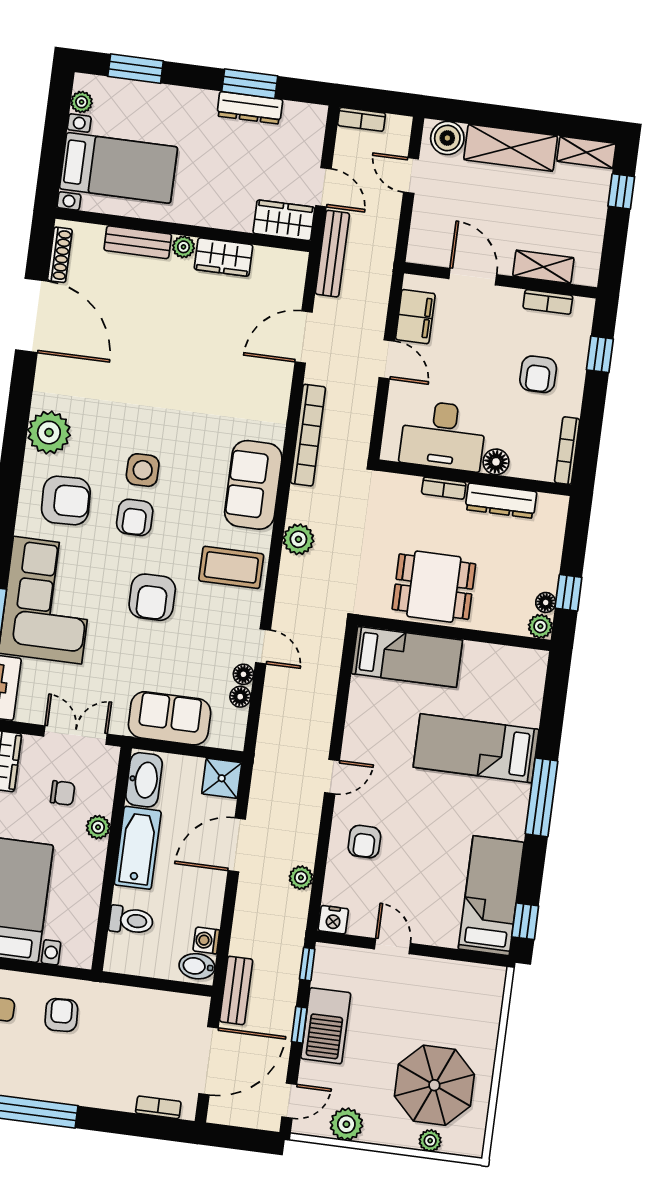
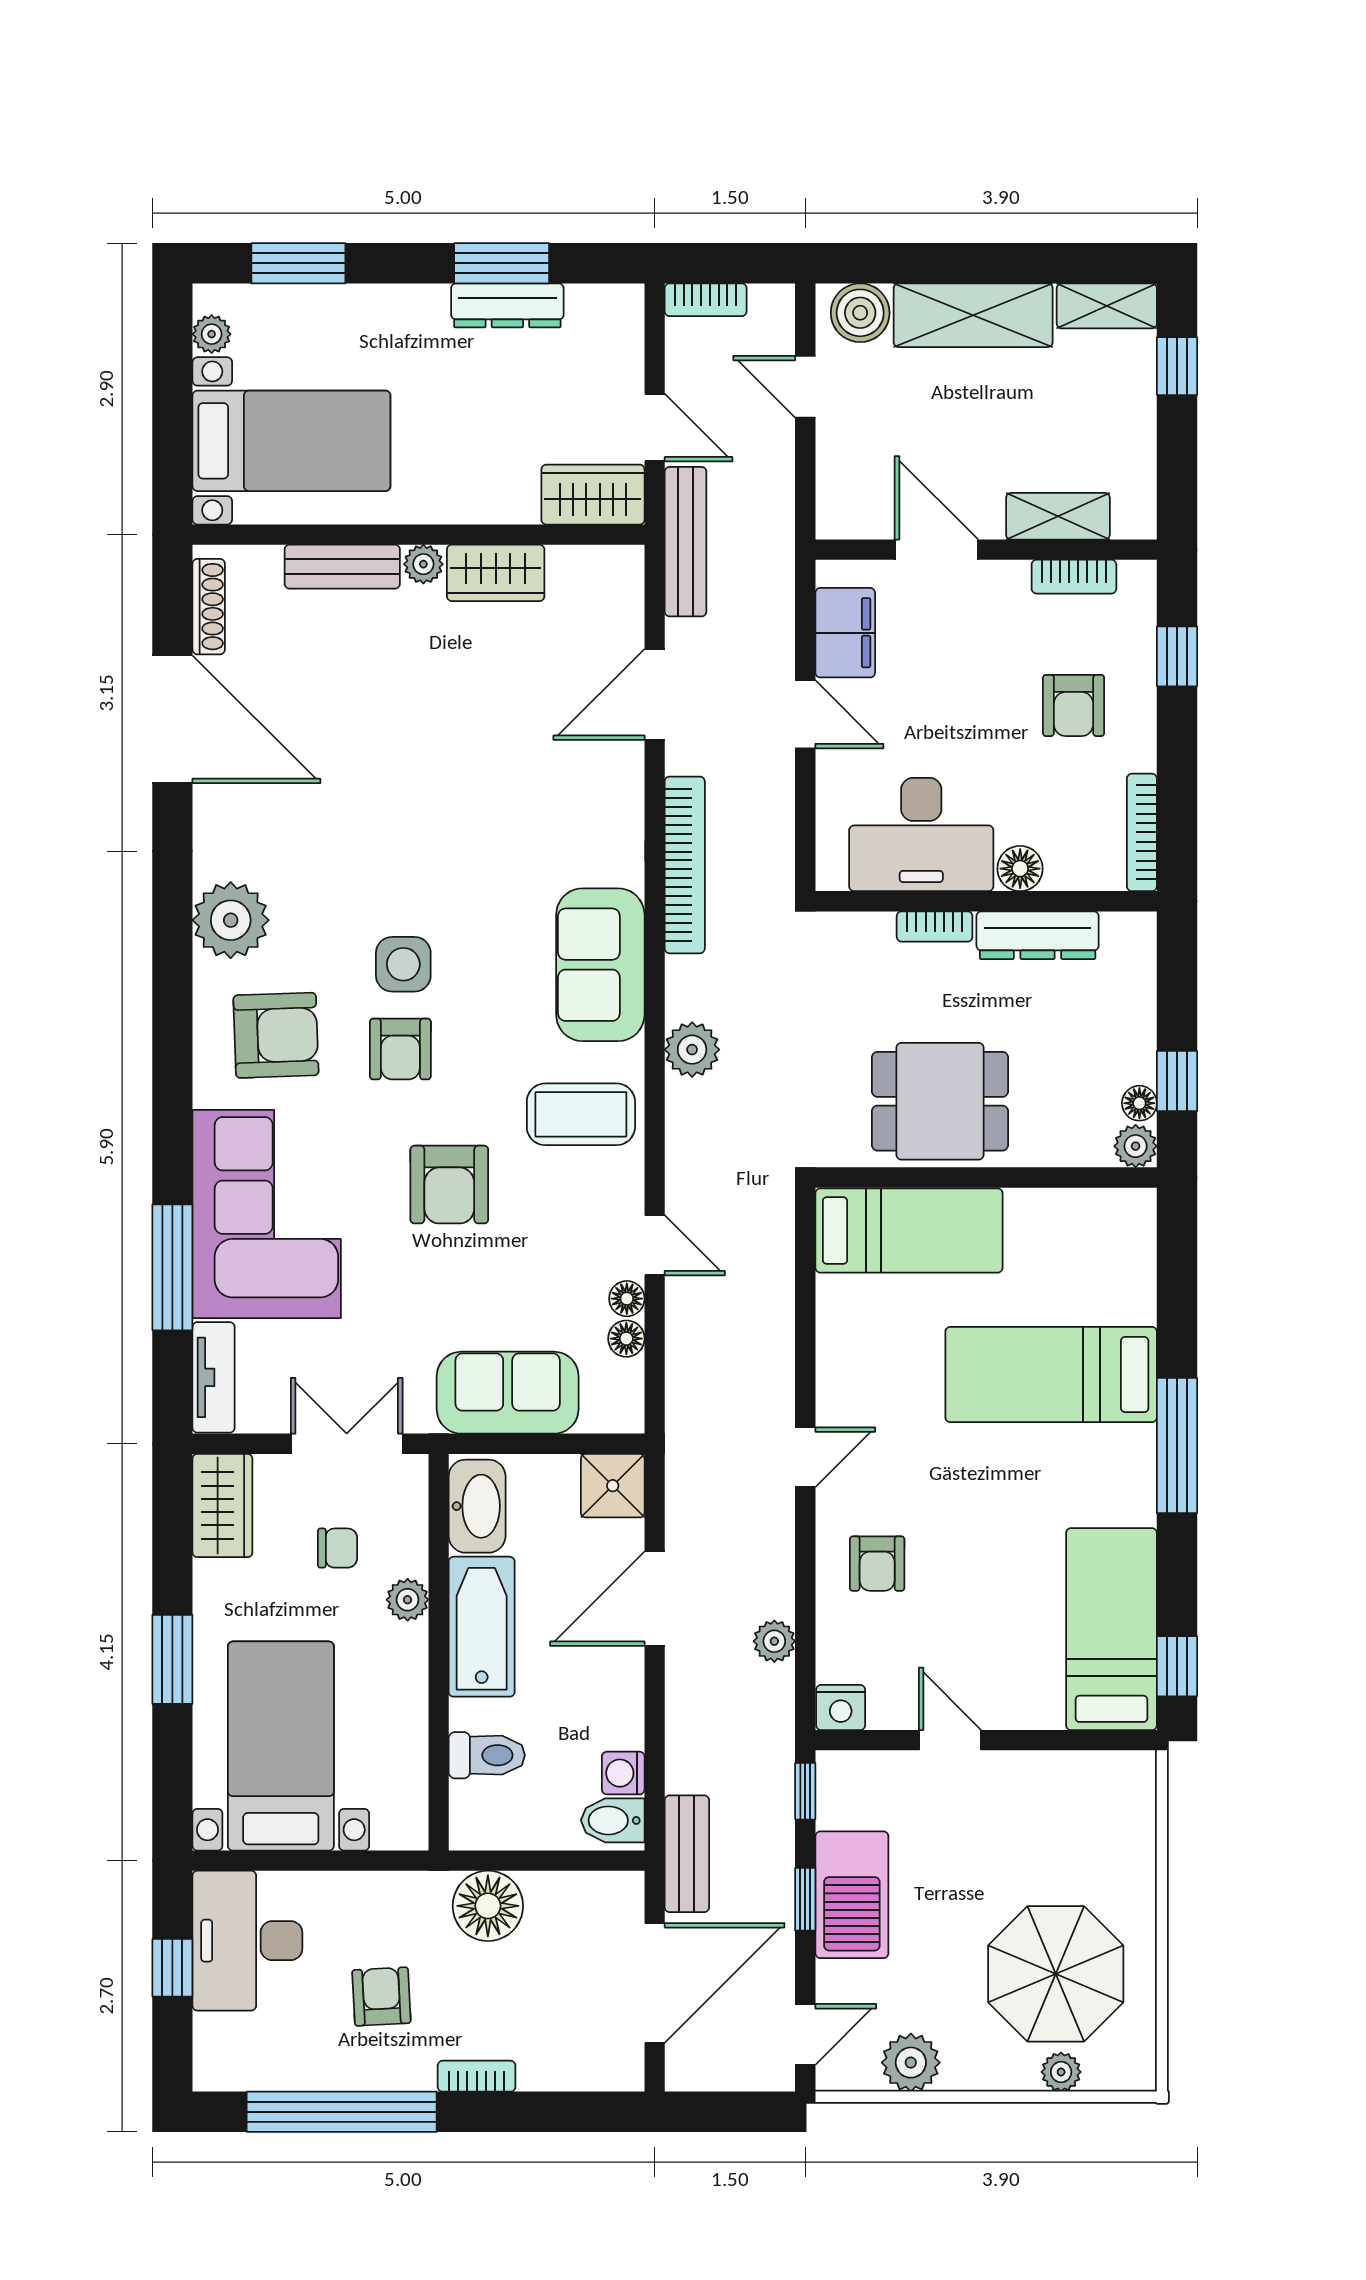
floor lamp: (121, 1005) -> (488, 1906), added
armchair: (61, 1015) -> (381, 1997), moved
bookcase: (158, 1107) -> (477, 2076), moved

